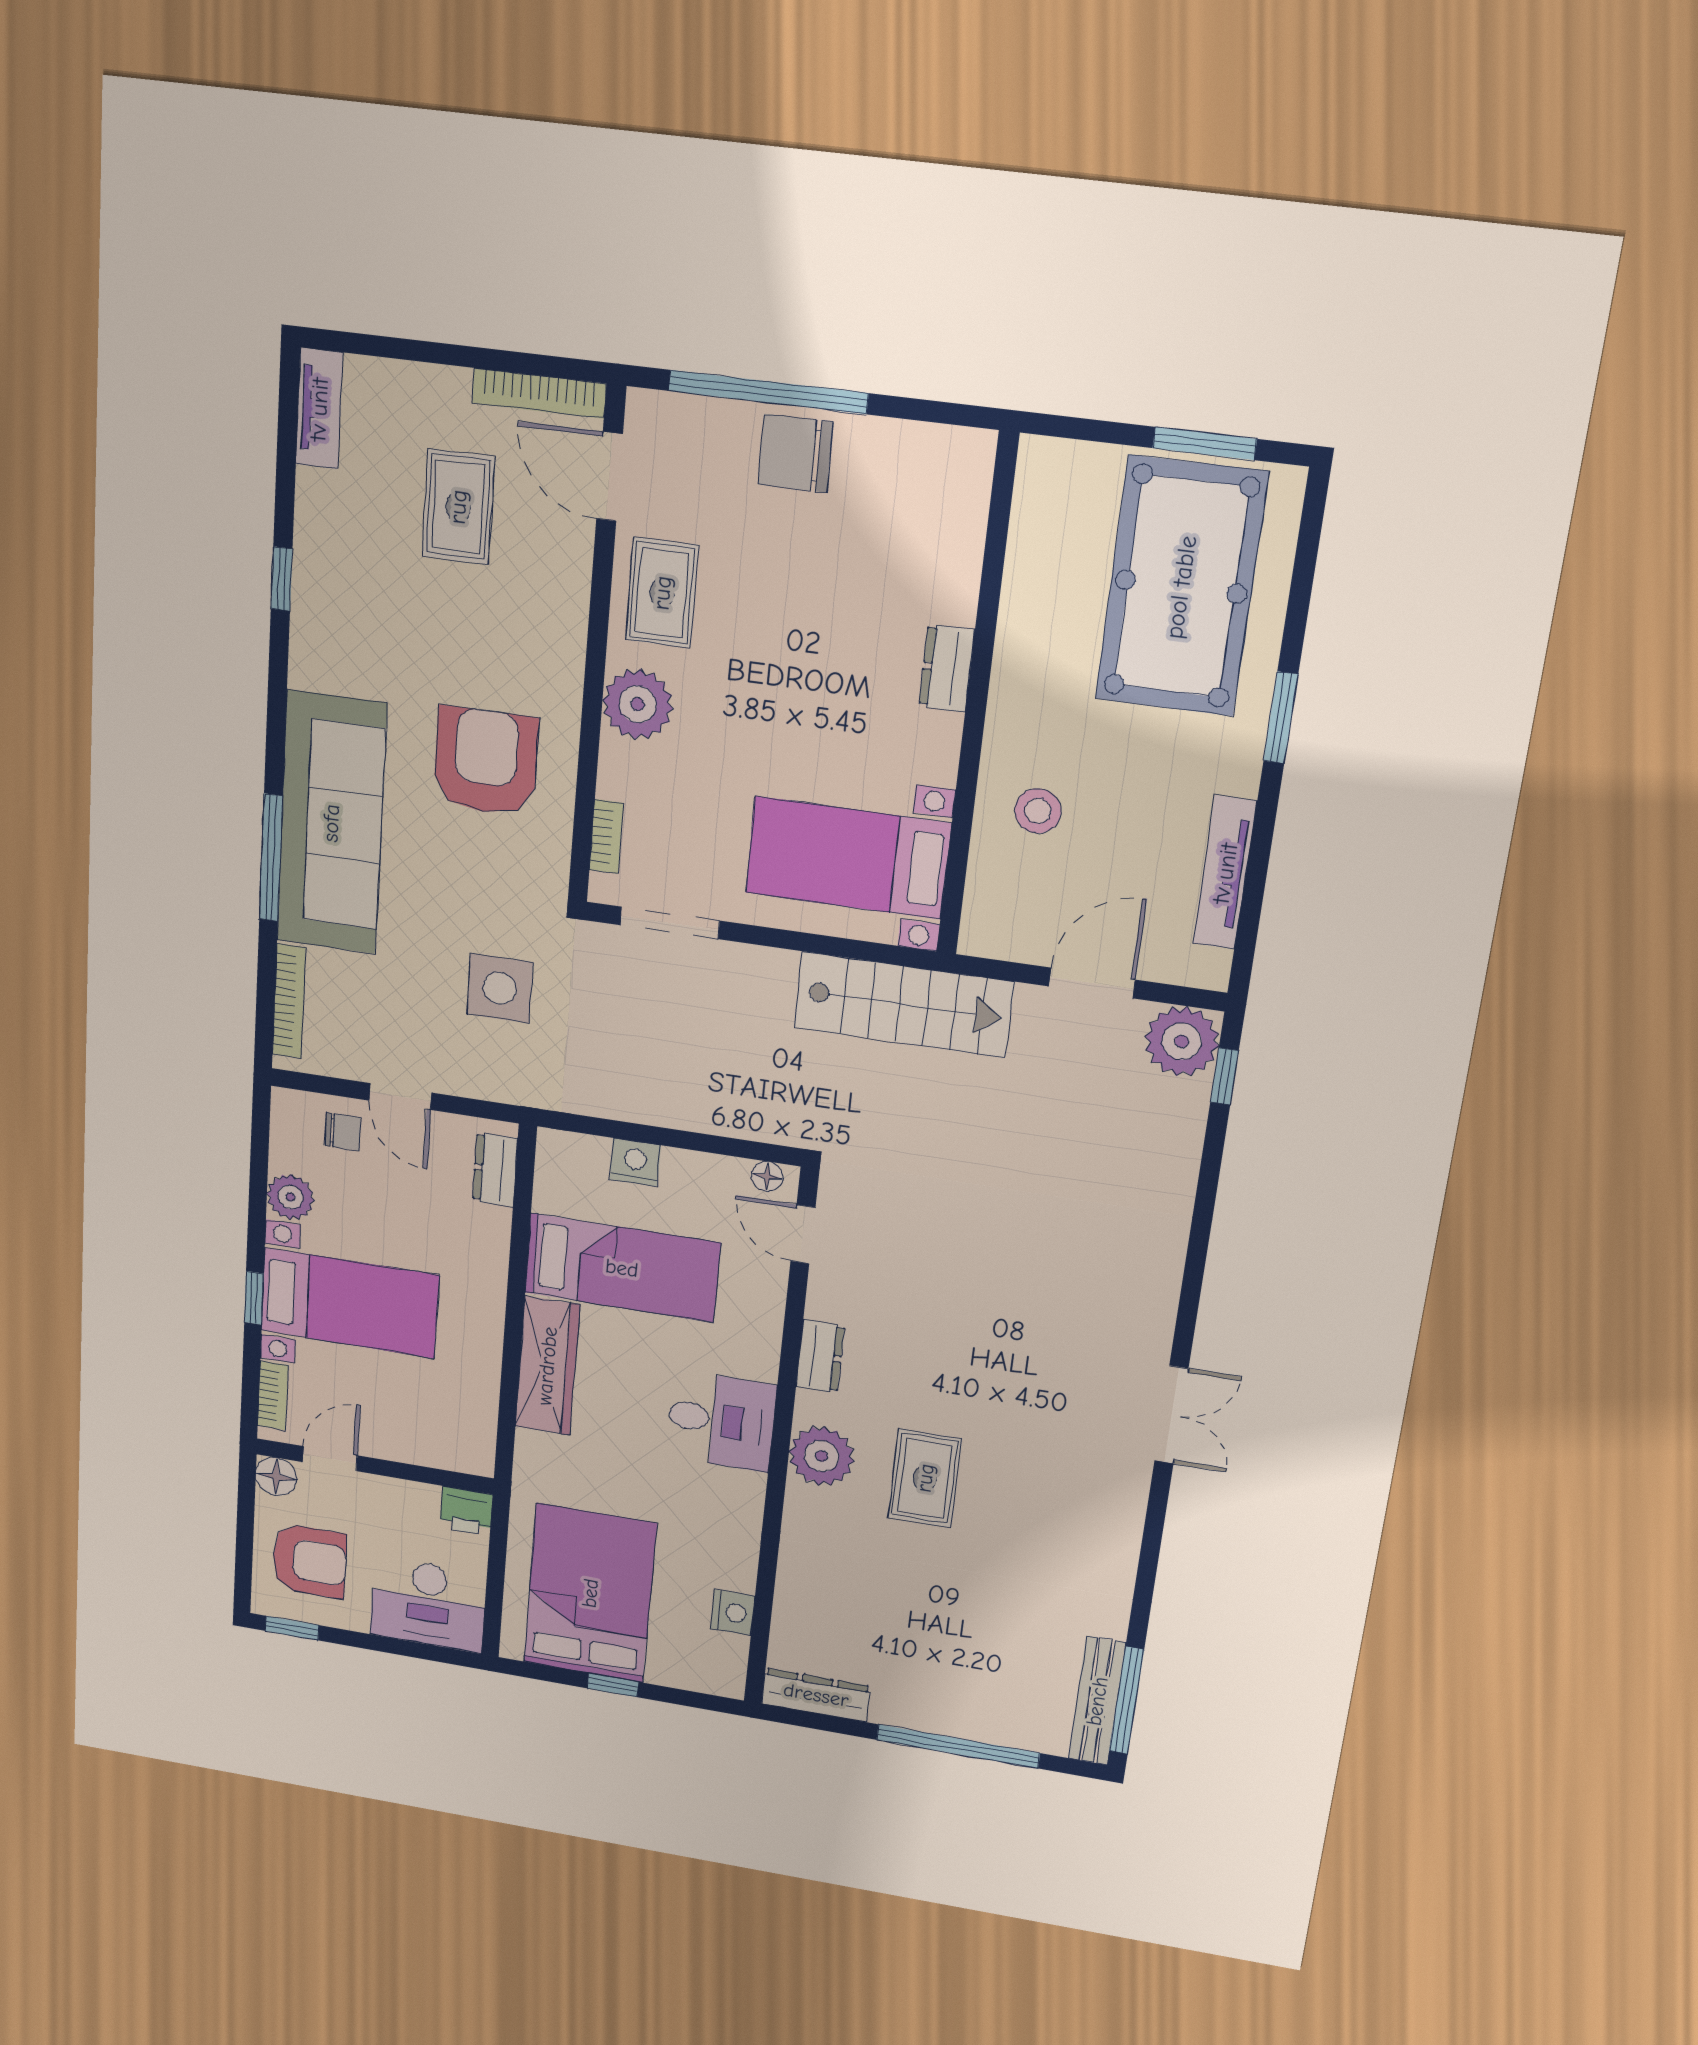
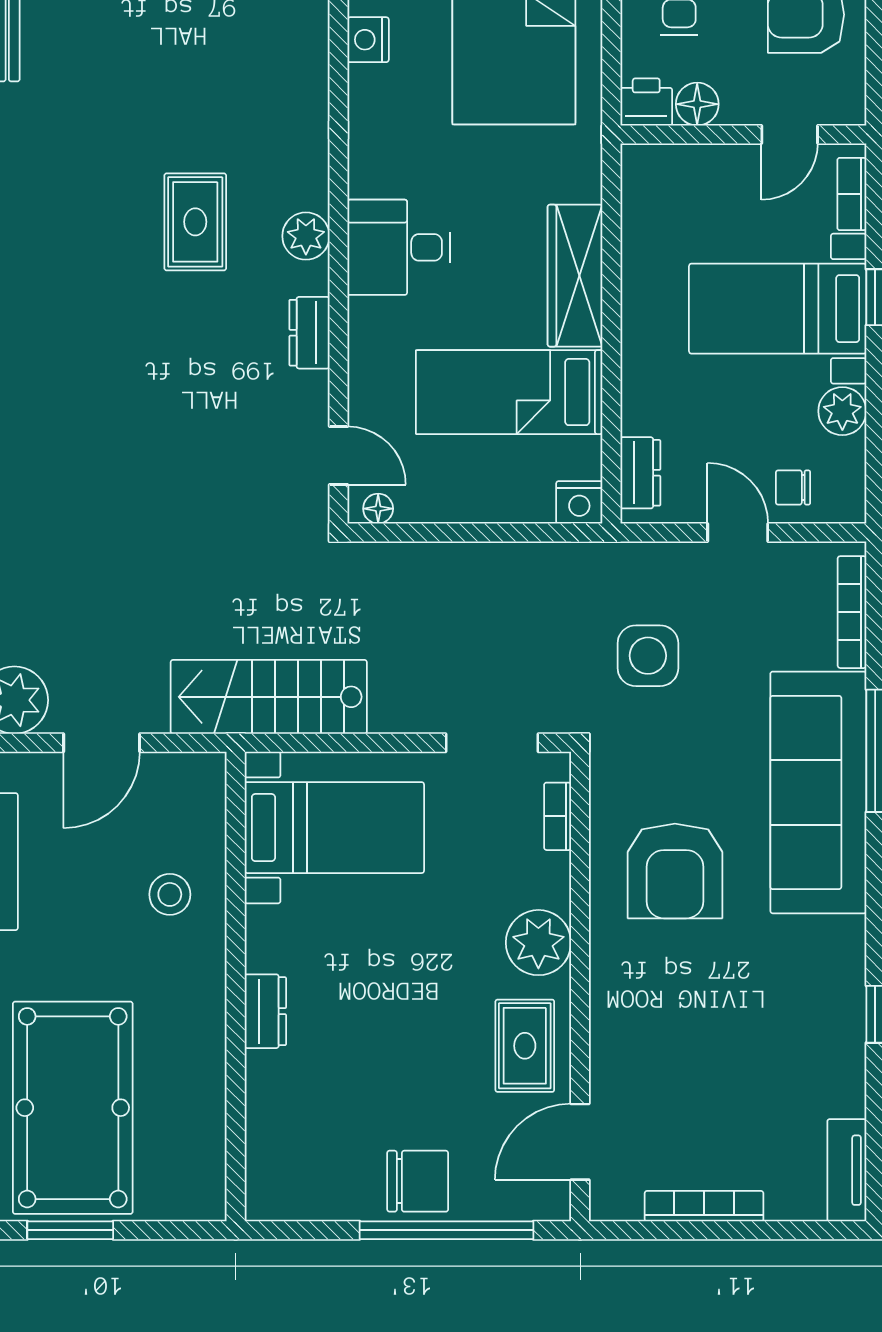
bookcase: (539, 393) -> (704, 1206), moved
door: (609, 477) -> (580, 1142), swing flipped
rug: (458, 507) -> (715, 1099), removed
nightstand: (635, 1162) -> (579, 502), moved
plant: (822, 1456) -> (306, 236), width x0.73, depth x0.73
floor lamp: (276, 1477) -> (697, 104), moved

